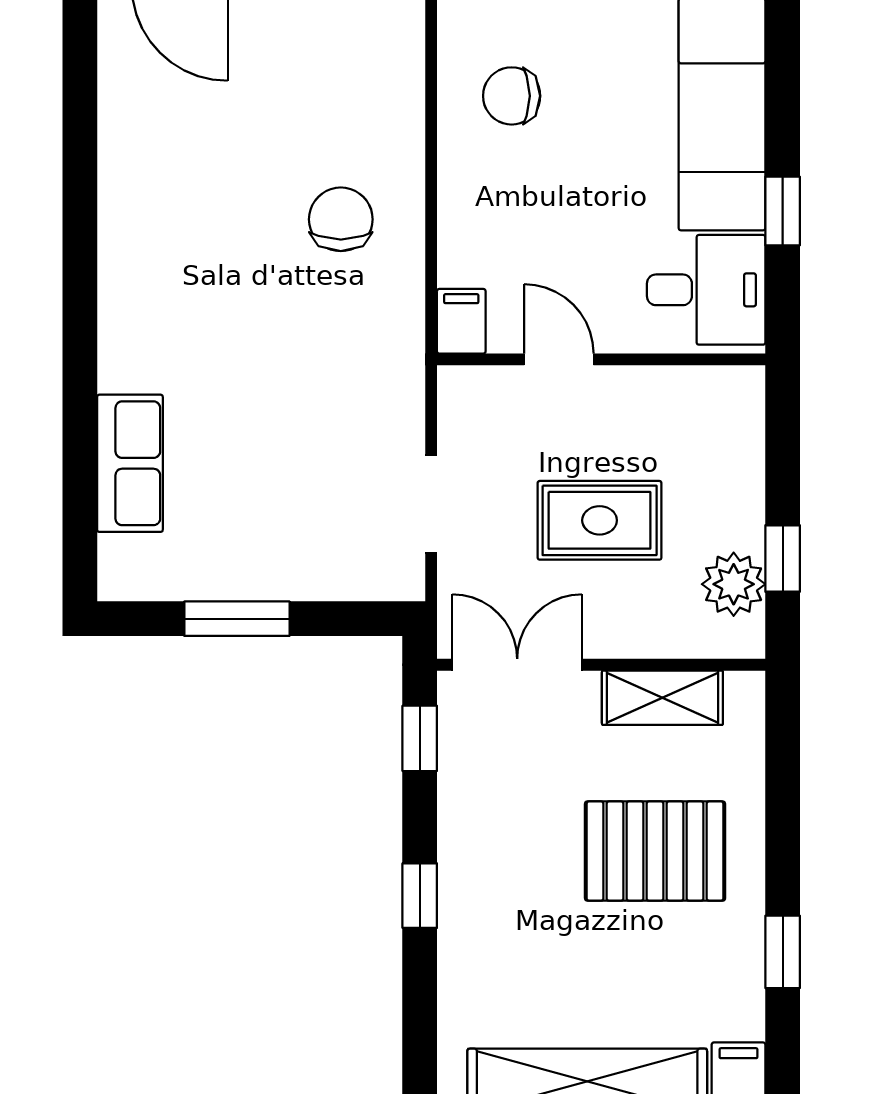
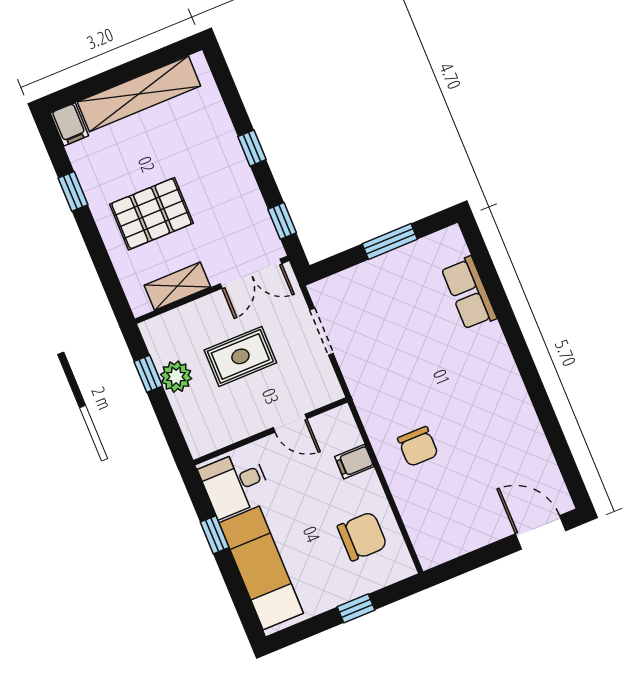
chair: (512, 96) -> (362, 536), width x1.37, depth x1.37
filing cabinet: (461, 321) -> (354, 462), moved, turned 90
plant: (734, 584) -> (176, 377), moved

